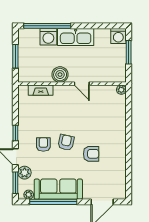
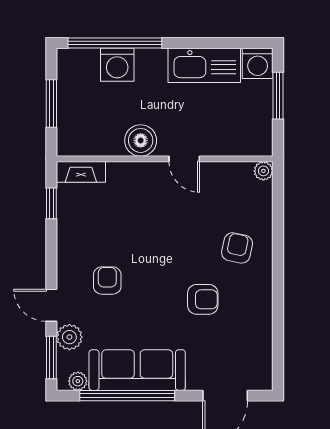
kitchen sink: (76, 37) -> (204, 65), moved
fireplace: (41, 90) -> (81, 172), moved
window: (15, 133) -> (51, 203), moved
armchair: (66, 142) -> (237, 248), moved

